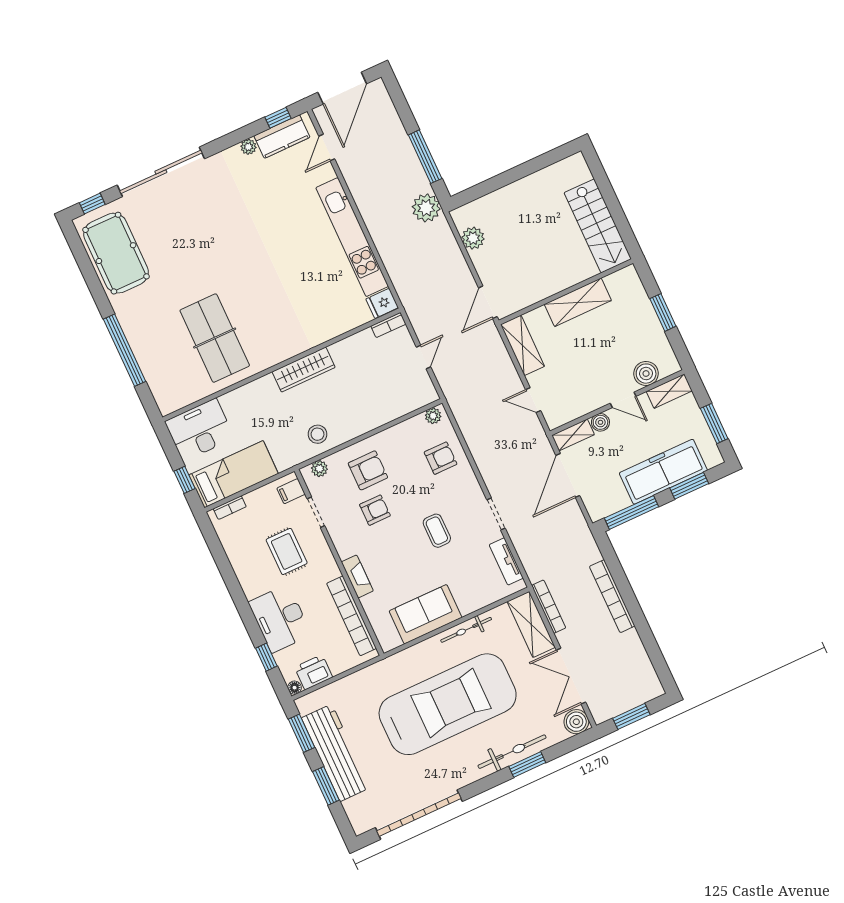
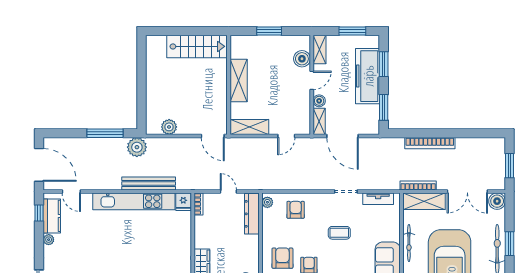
bench: (385, 246) -> (149, 183), added
dresser: (408, 402) -> (252, 214), added
window: (631, 512) -> (384, 107), width x0.69

